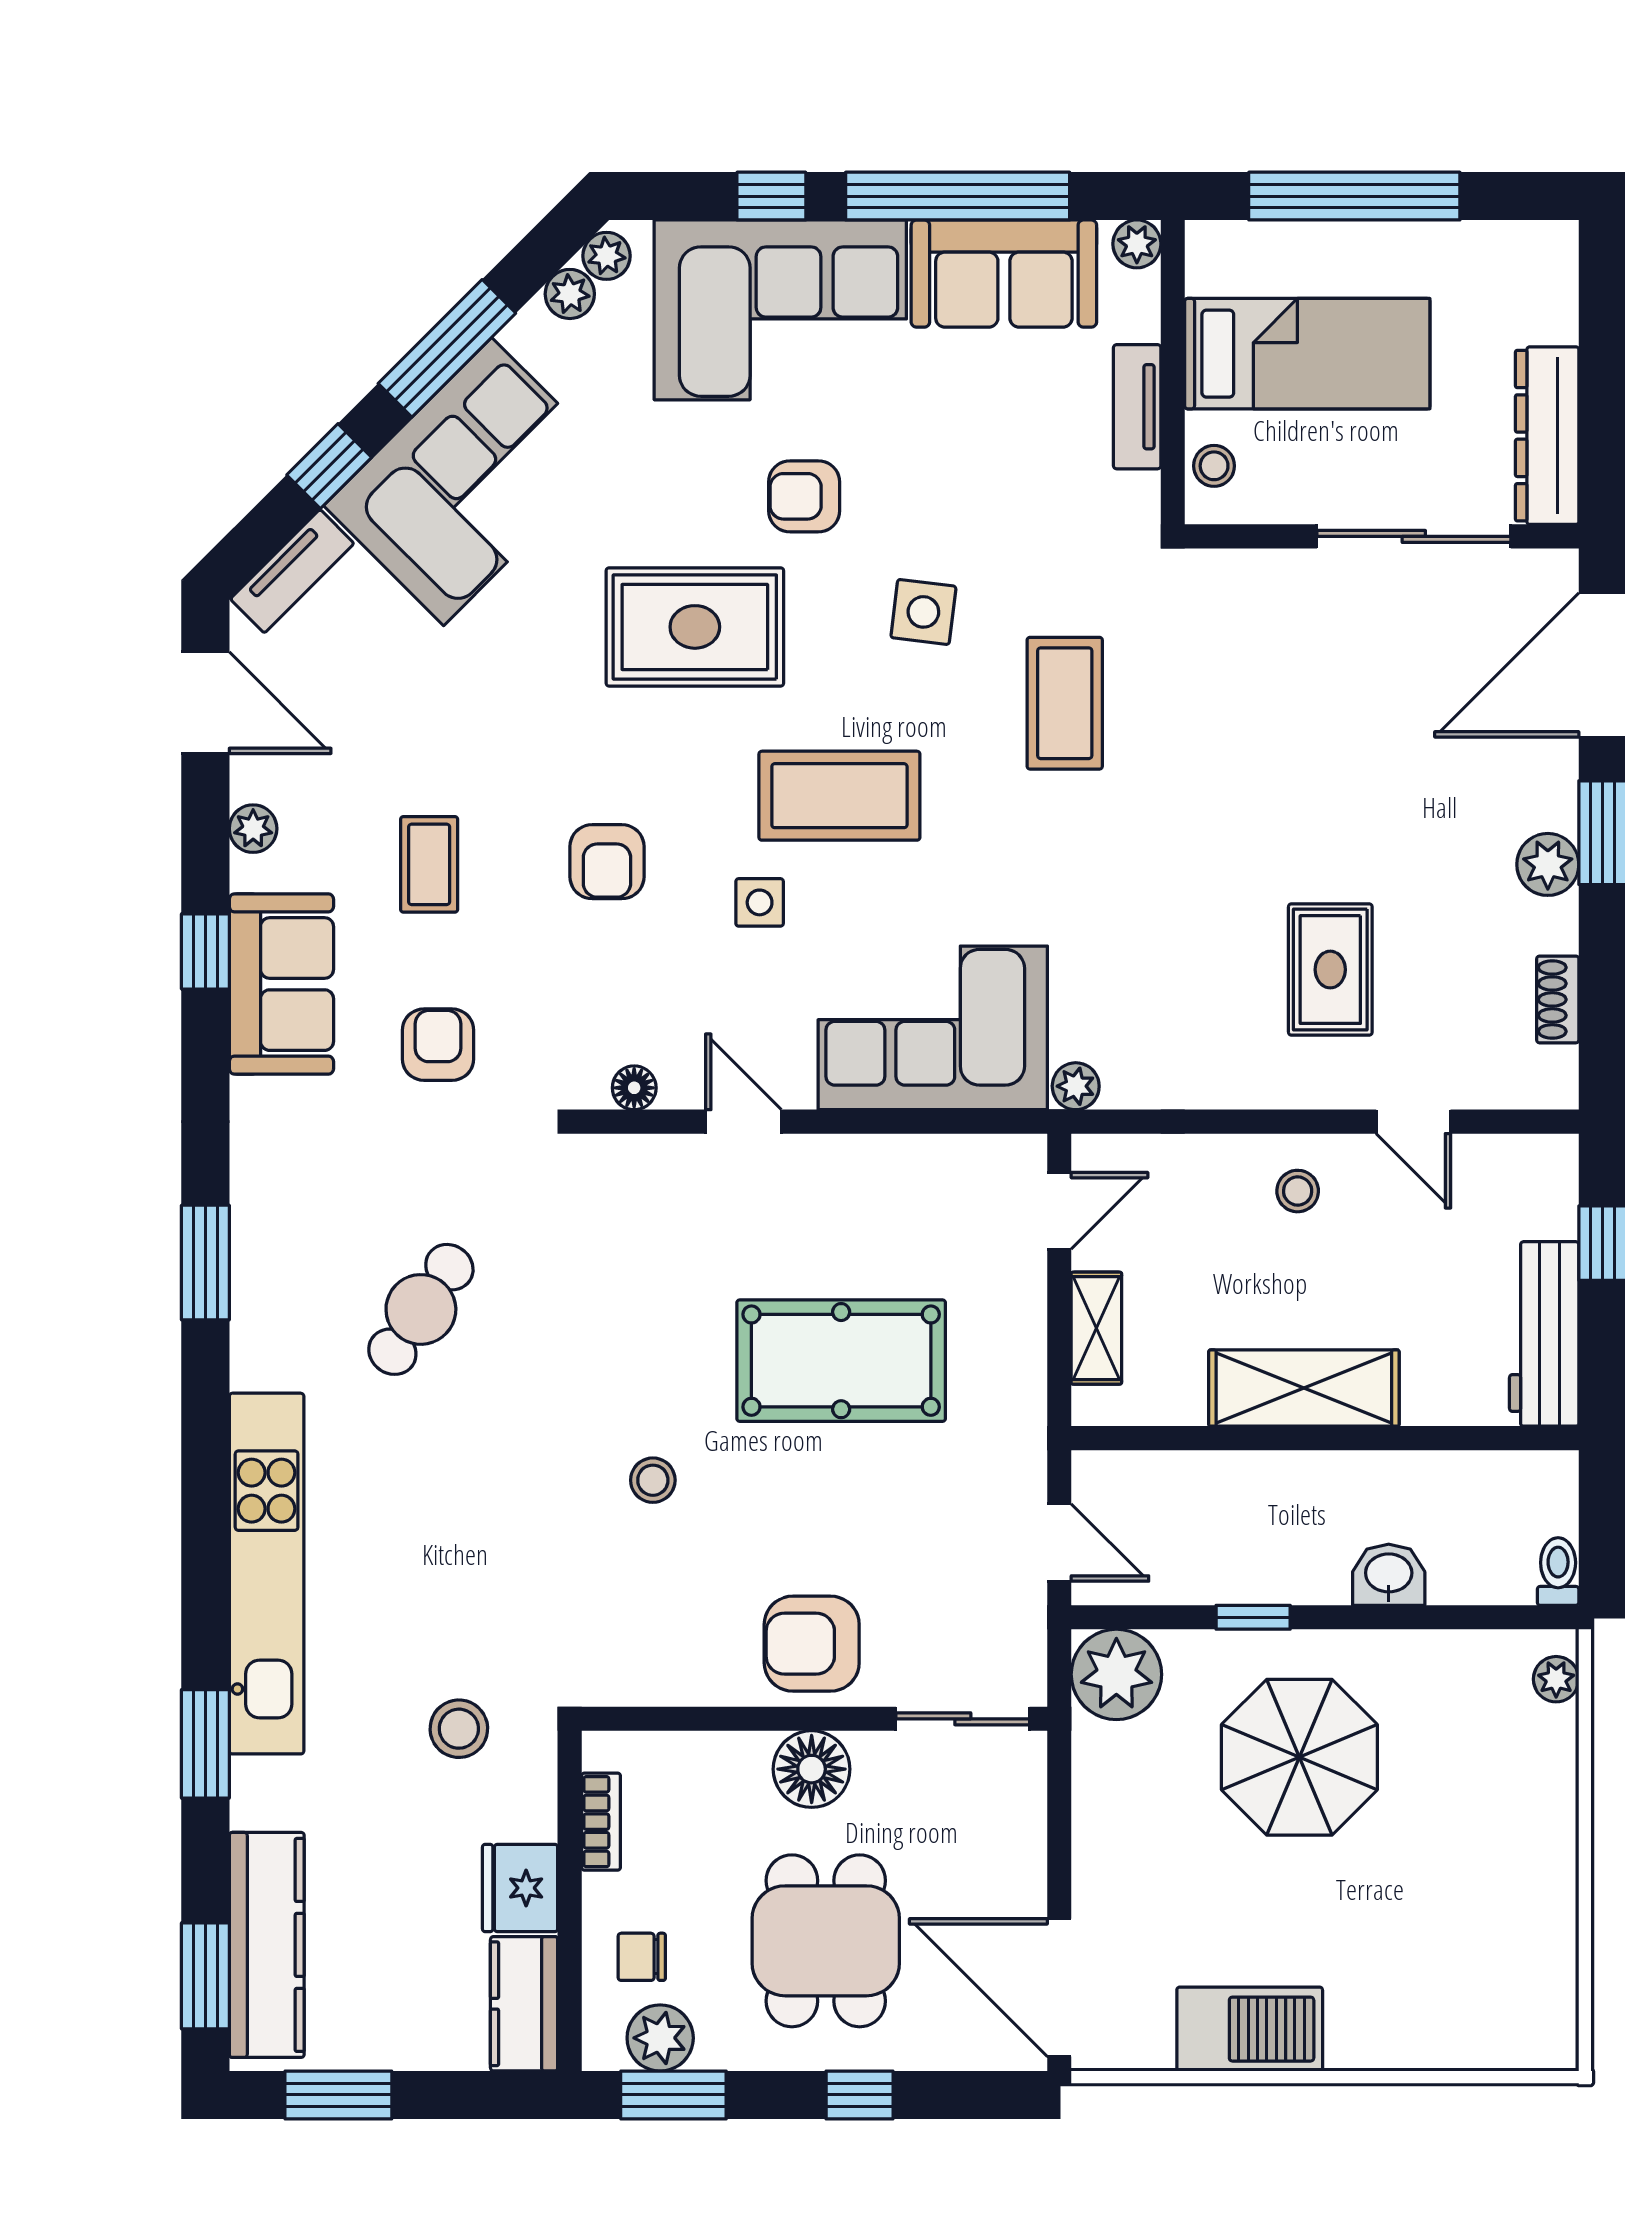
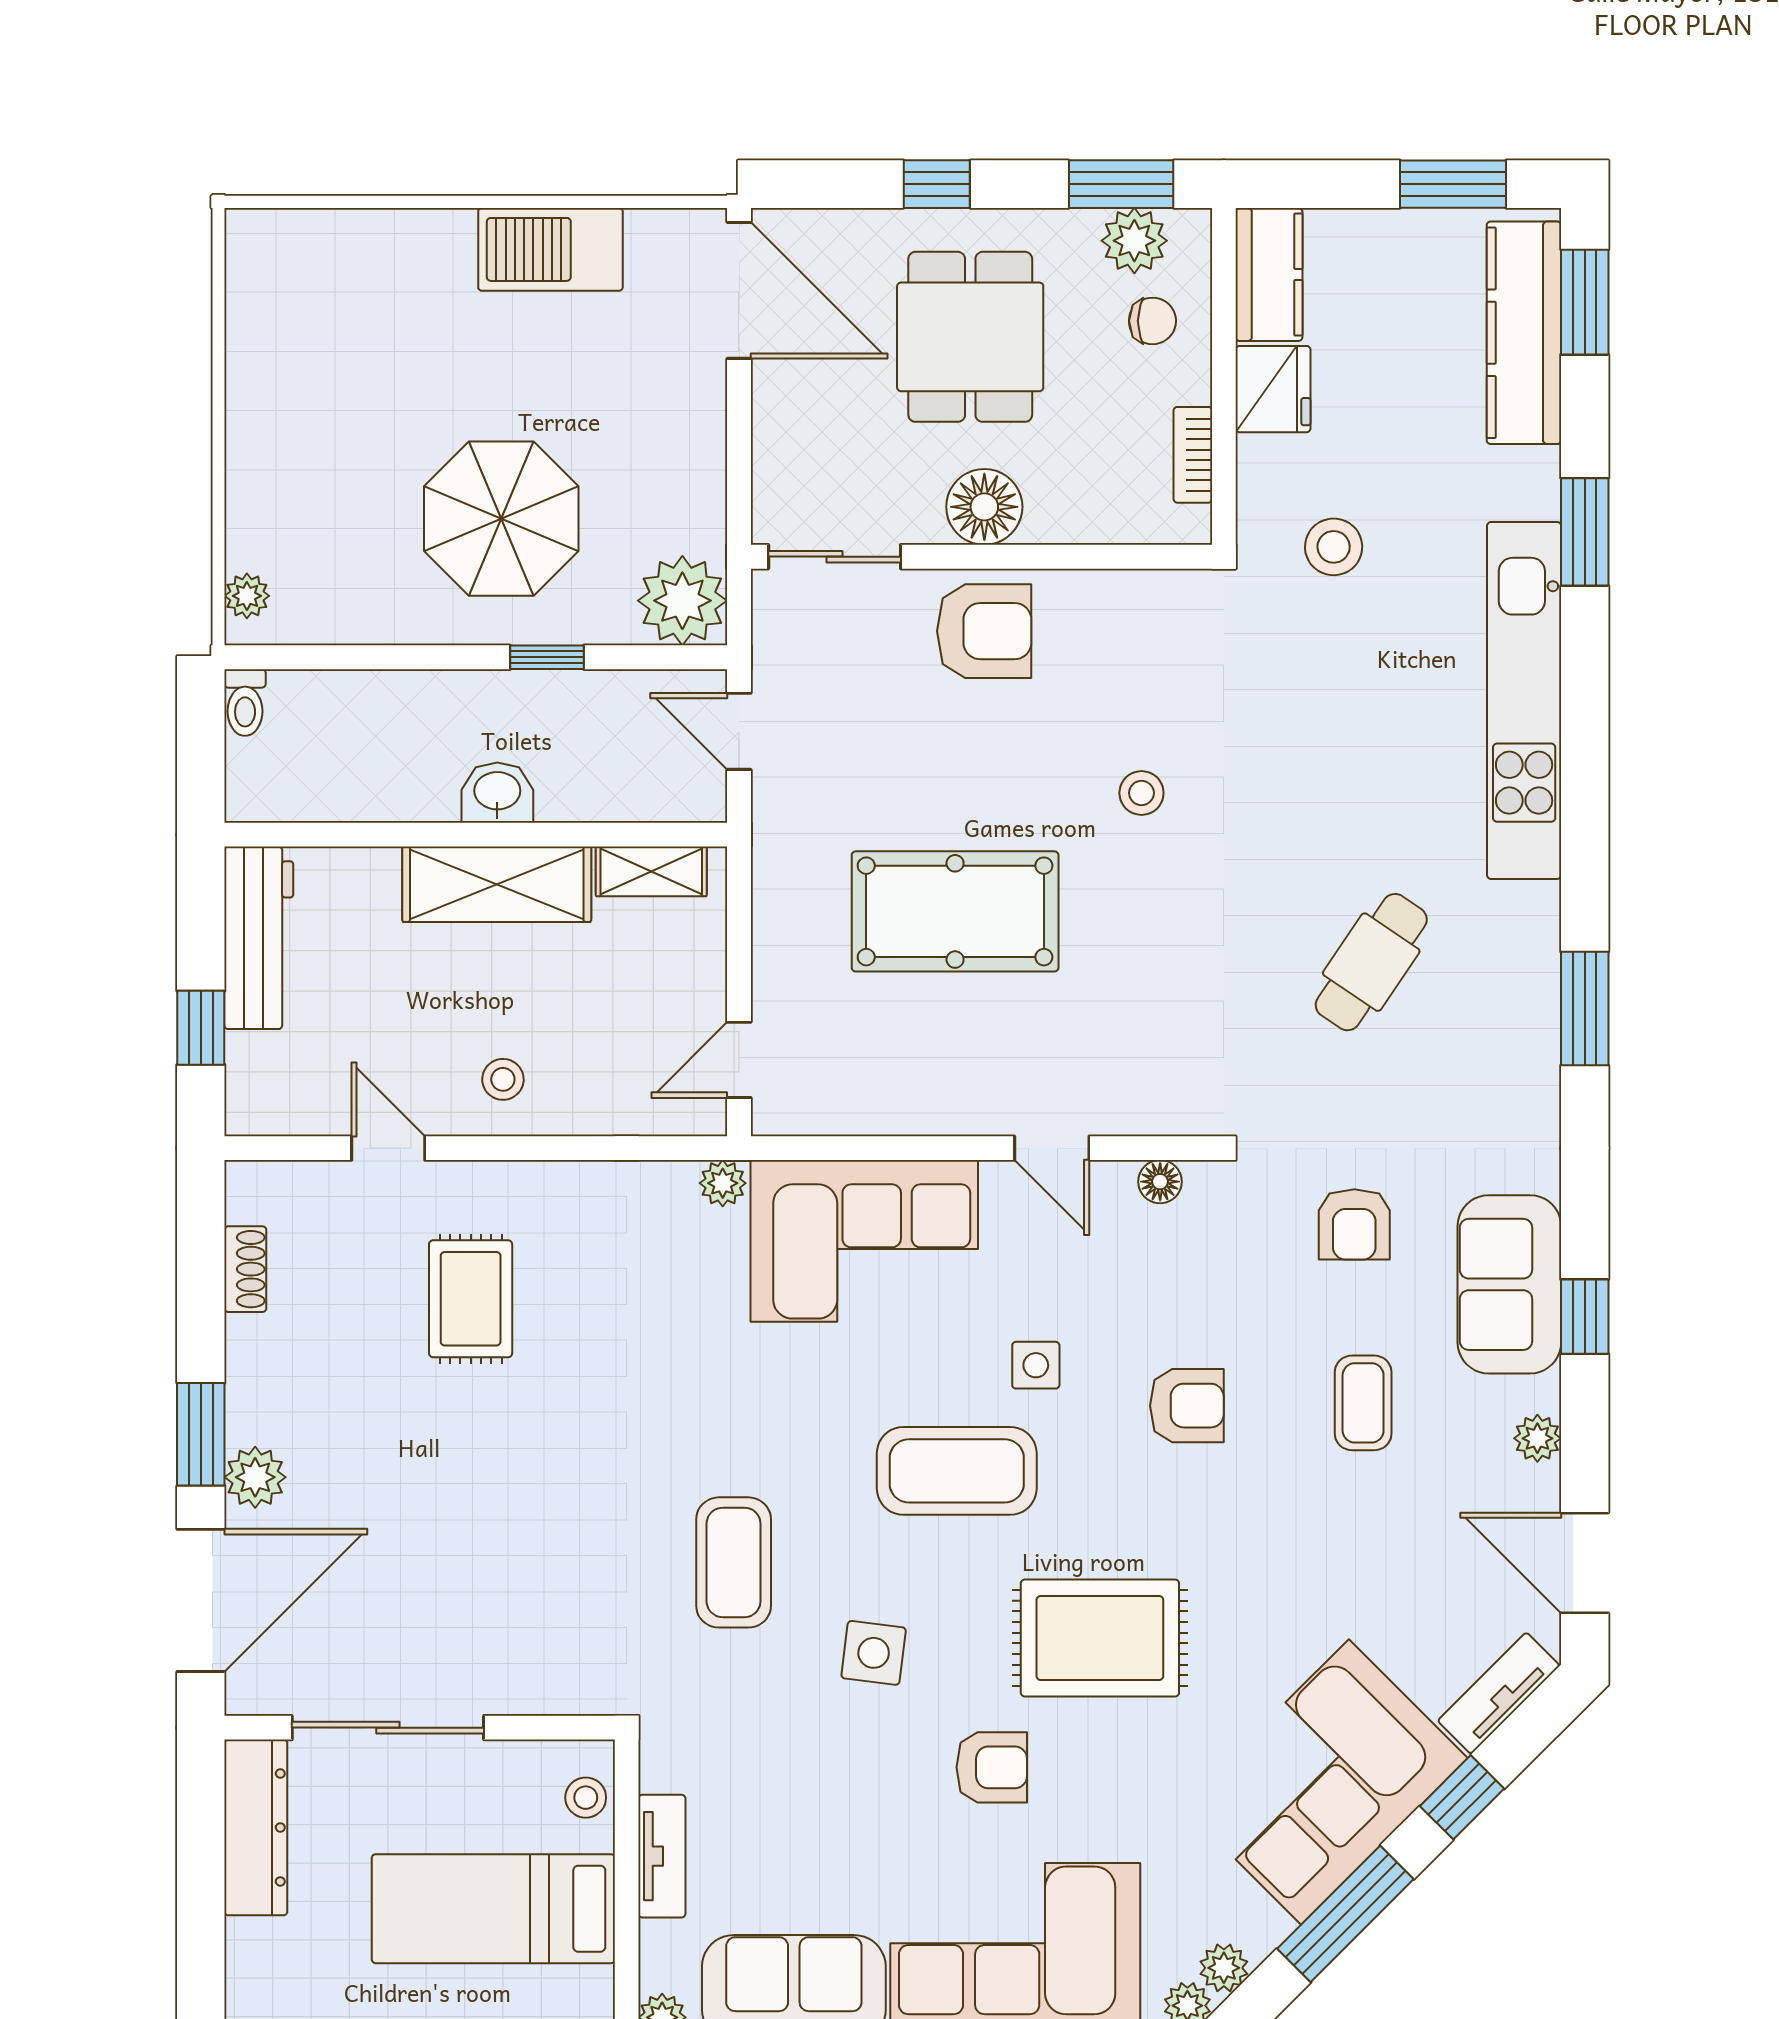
armchair: (607, 862) -> (1187, 1406), turned 90
plant: (1548, 864) -> (255, 1477), moved
shelving: (1096, 1328) -> (651, 871), moved, turned 90
washbasin: (1389, 1575) -> (497, 793), moved, turned 180

